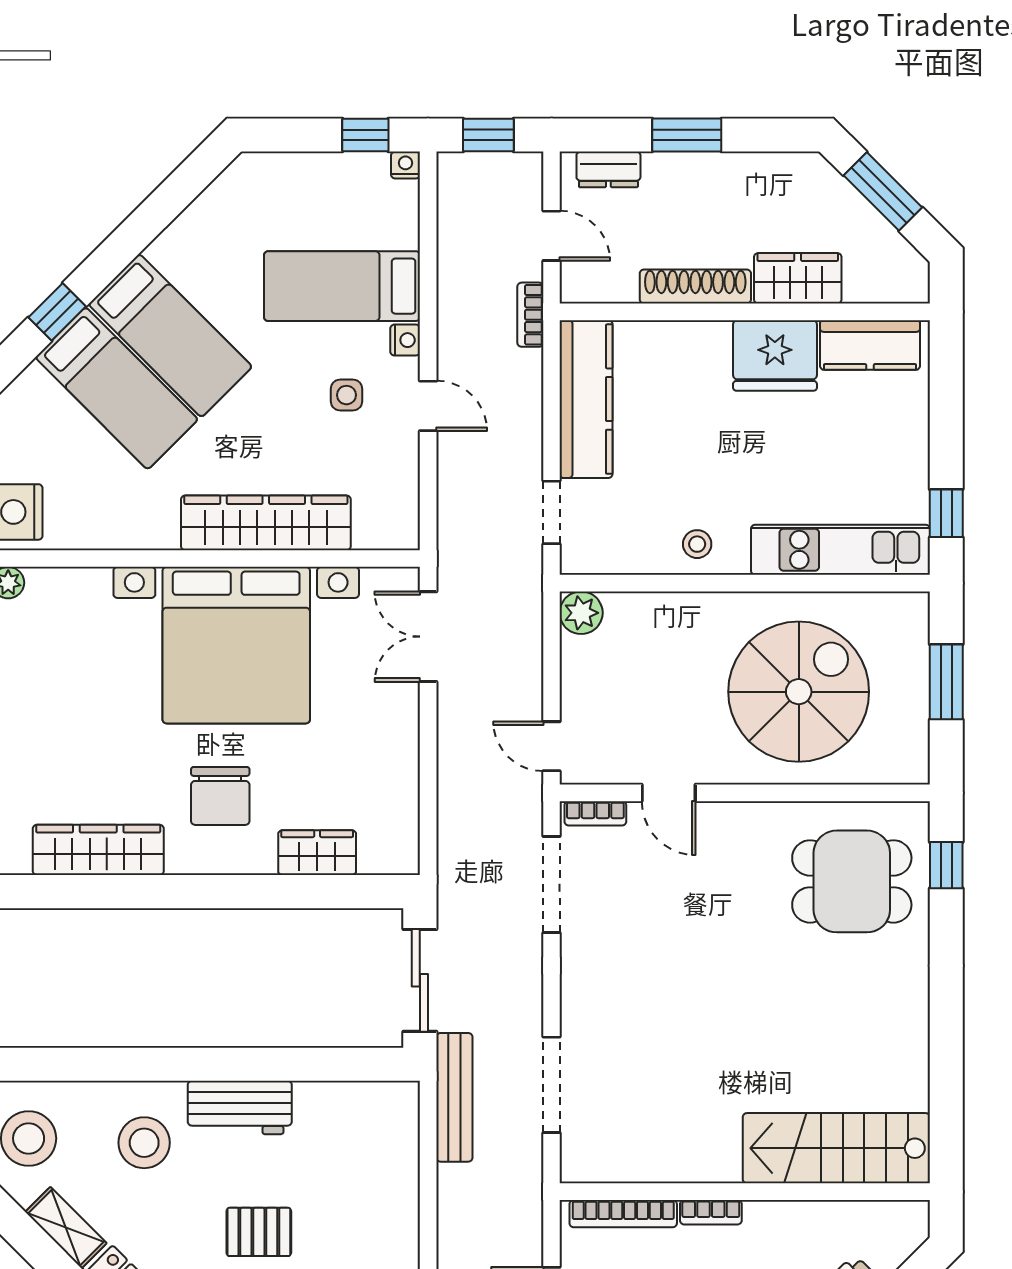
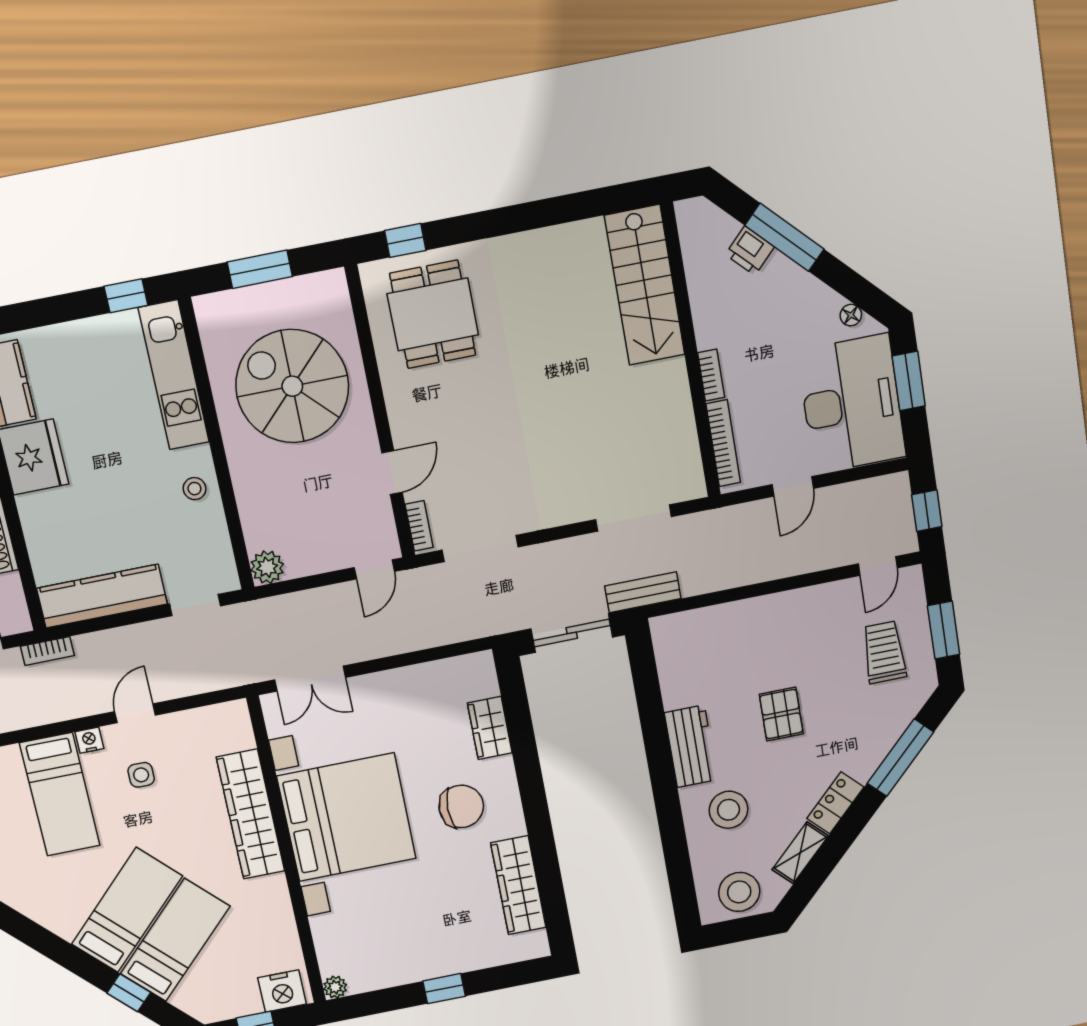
bench: (454, 1097) -> (643, 592), width x0.73

